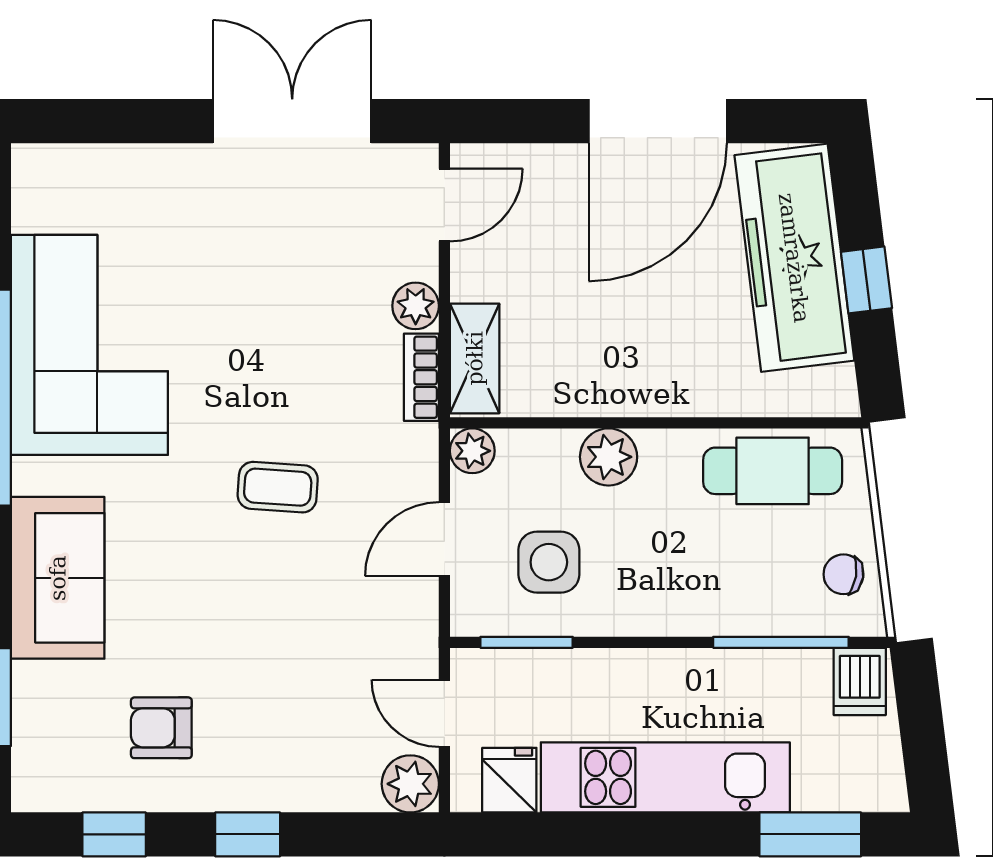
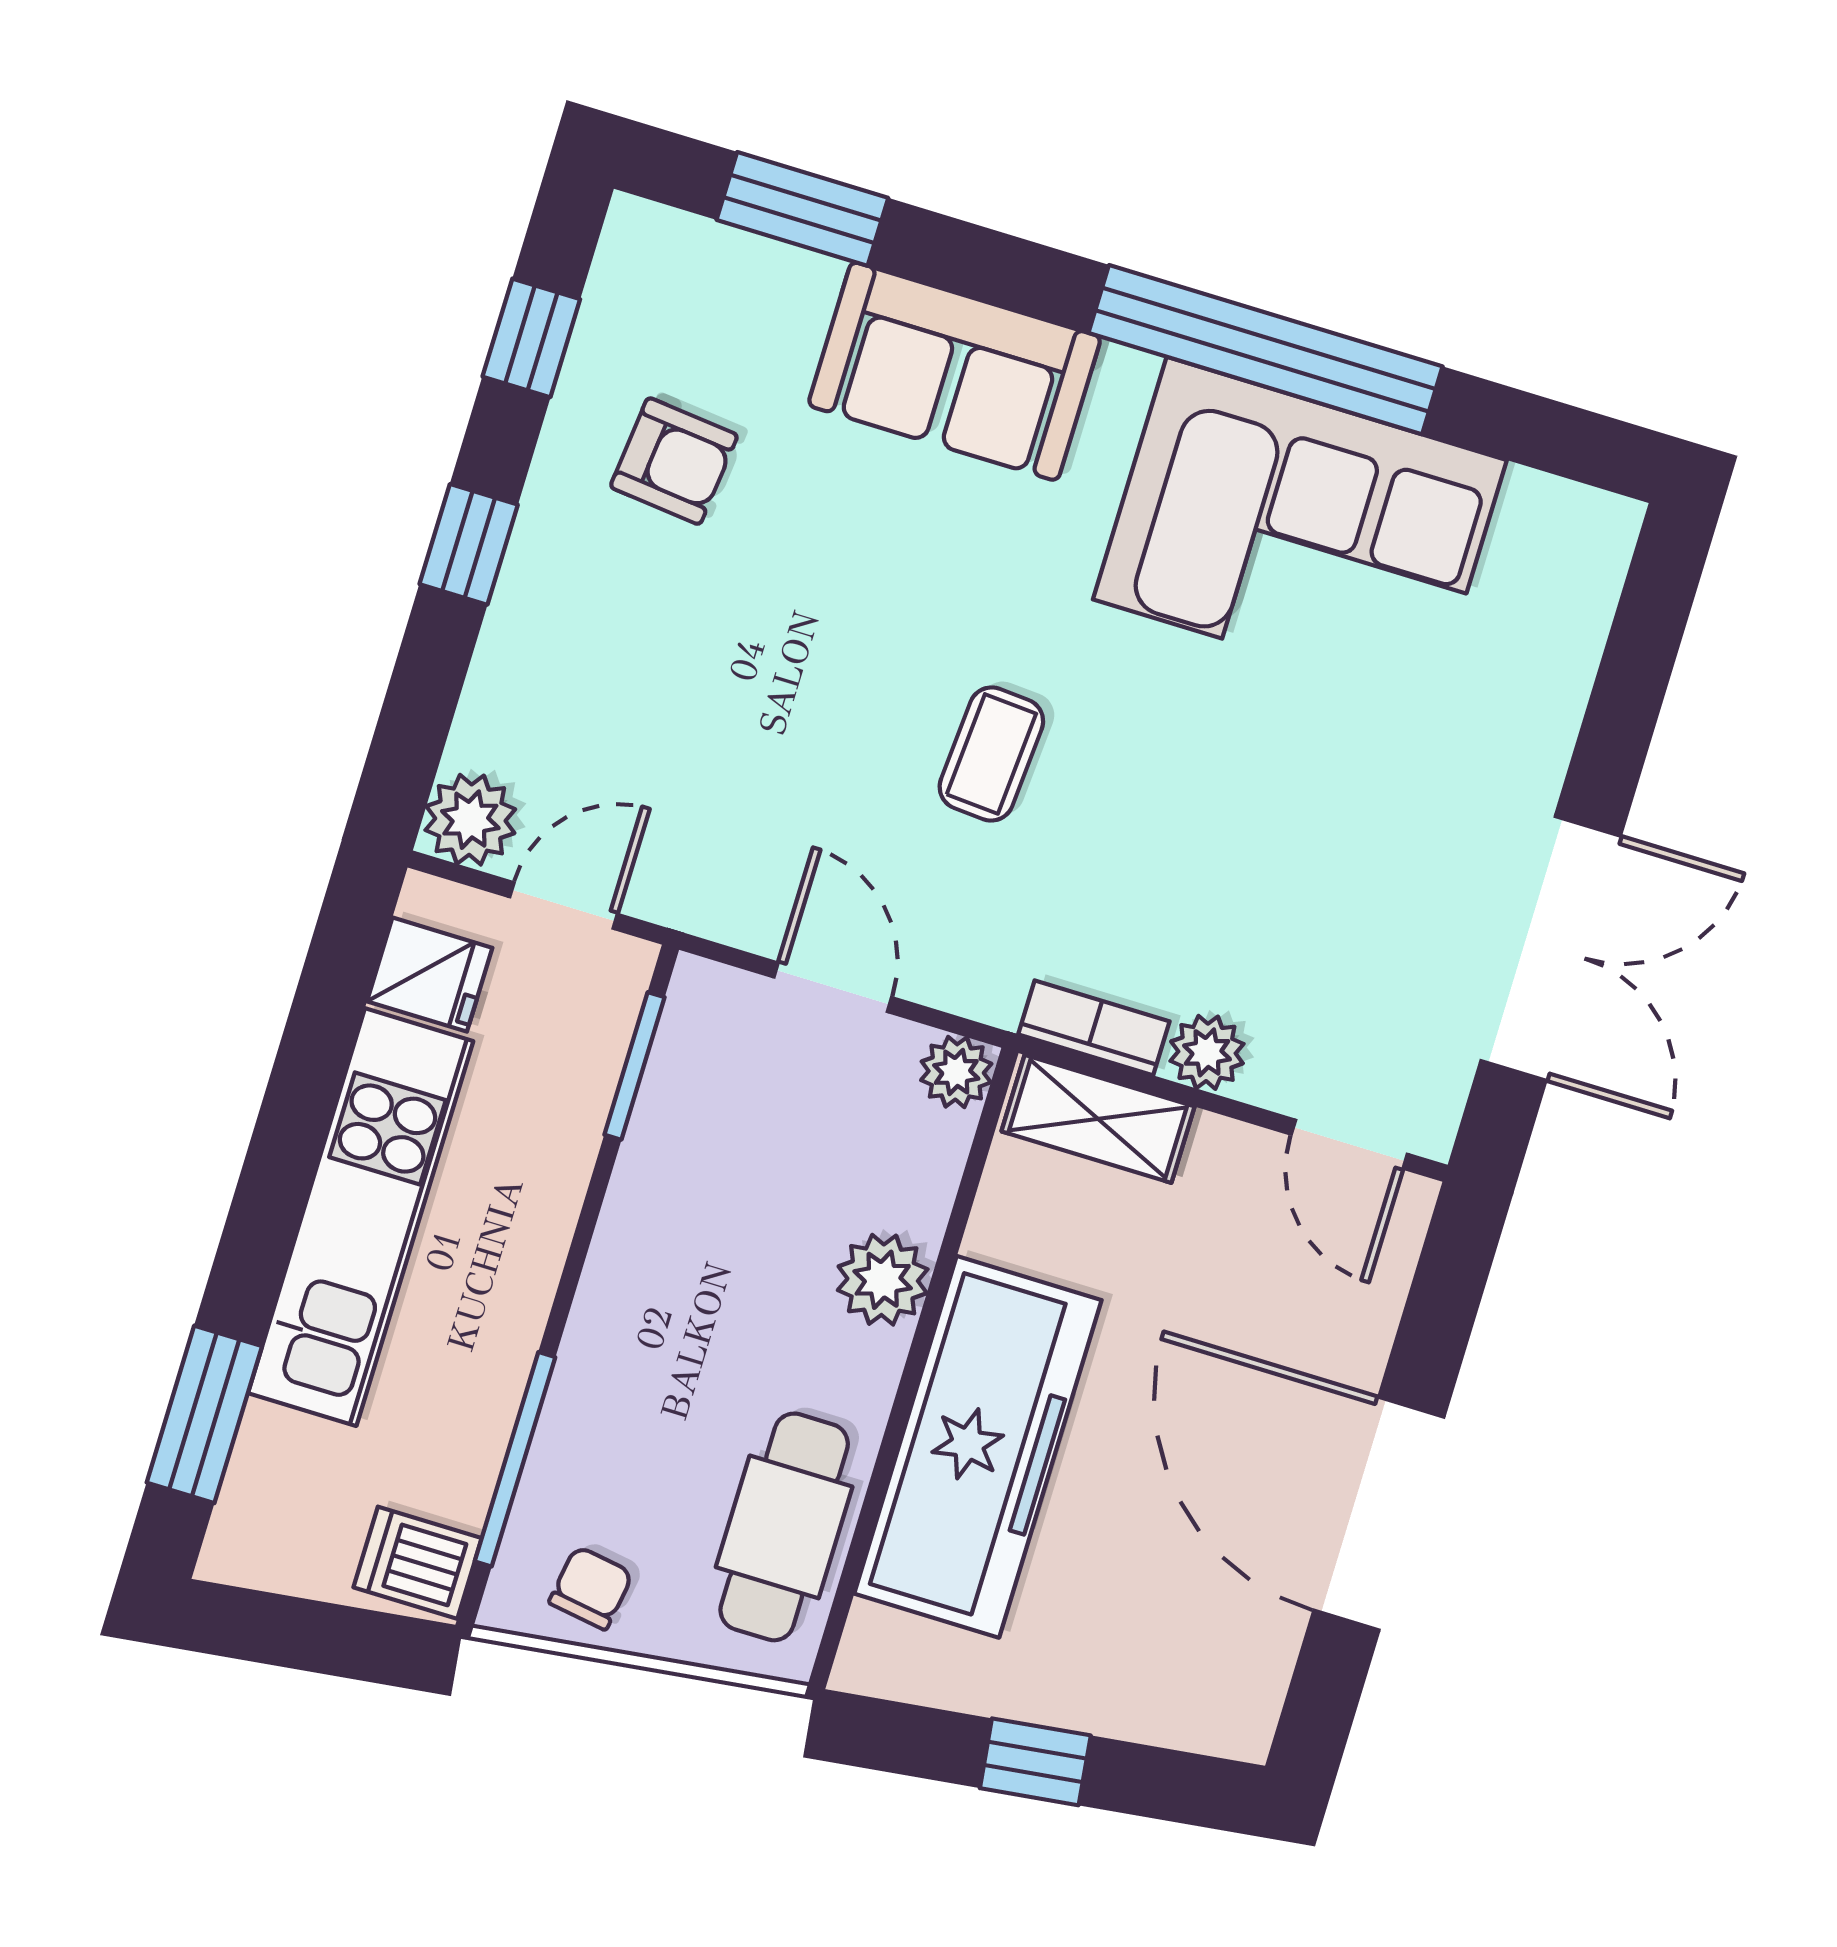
freezer: (794, 258) -> (978, 1447), moved, turned 97
side table: (549, 562) -> (748, 1138), removed
armchair: (161, 728) -> (674, 461), turned 96

